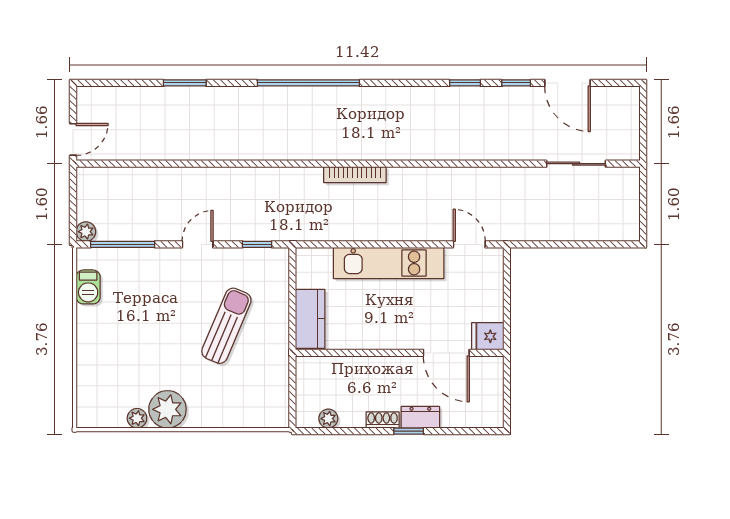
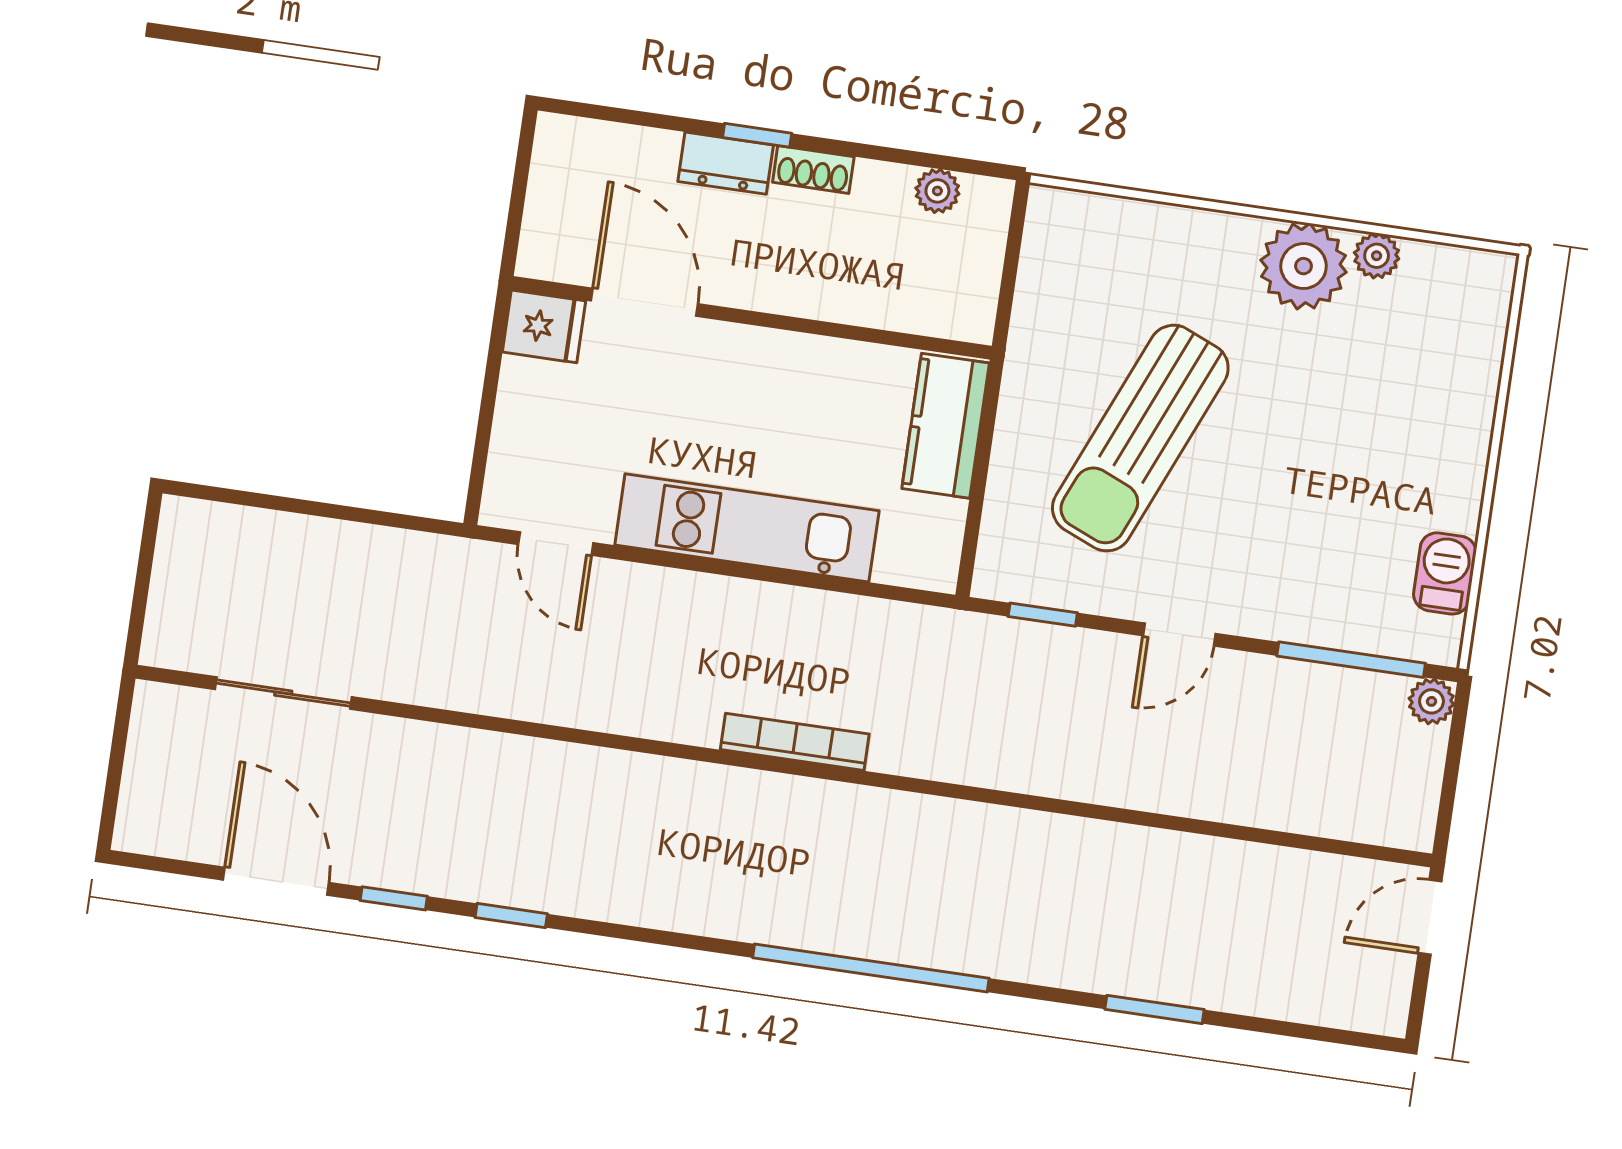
sun lounger: (226, 326) -> (1140, 438), width x1.36, depth x1.34

